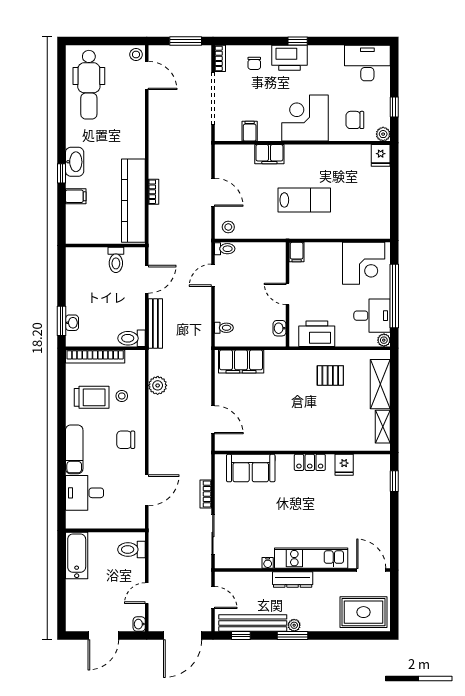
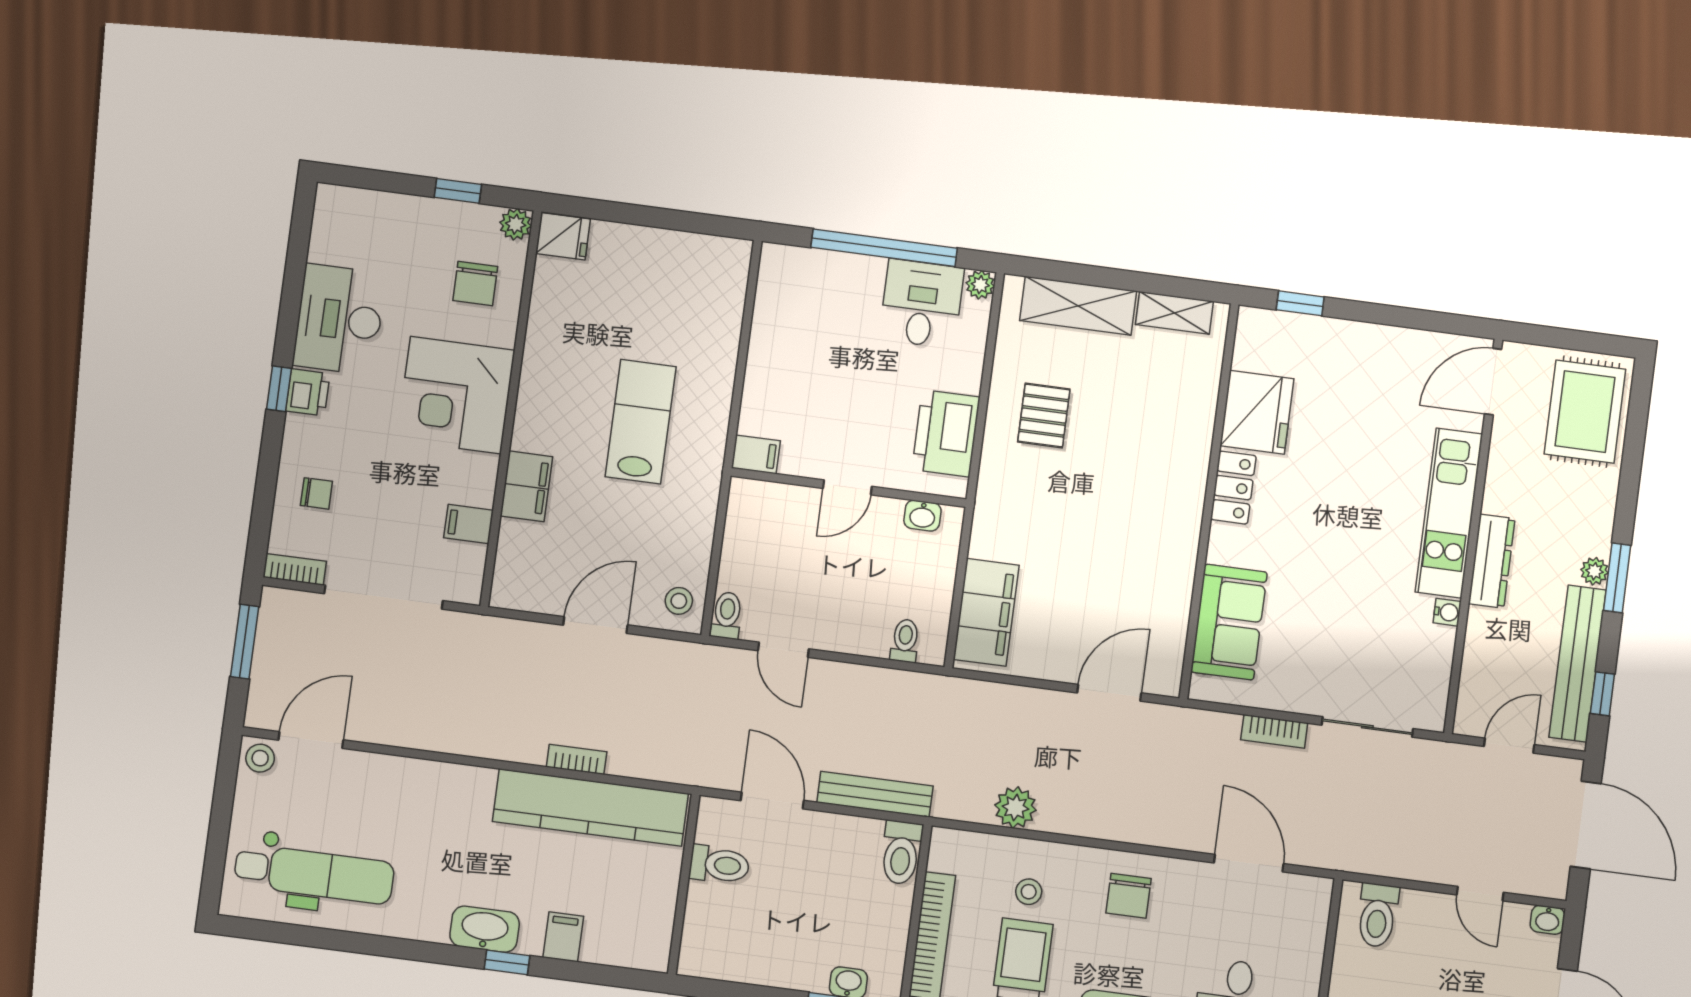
printer: (290, 58) -> (308, 392), width x0.53, depth x0.68
desk: (367, 63) -> (339, 319), moved
corner desk: (364, 263) -> (801, 307), removed
fridge: (344, 465) -> (1257, 412), width x1.88, depth x1.34

